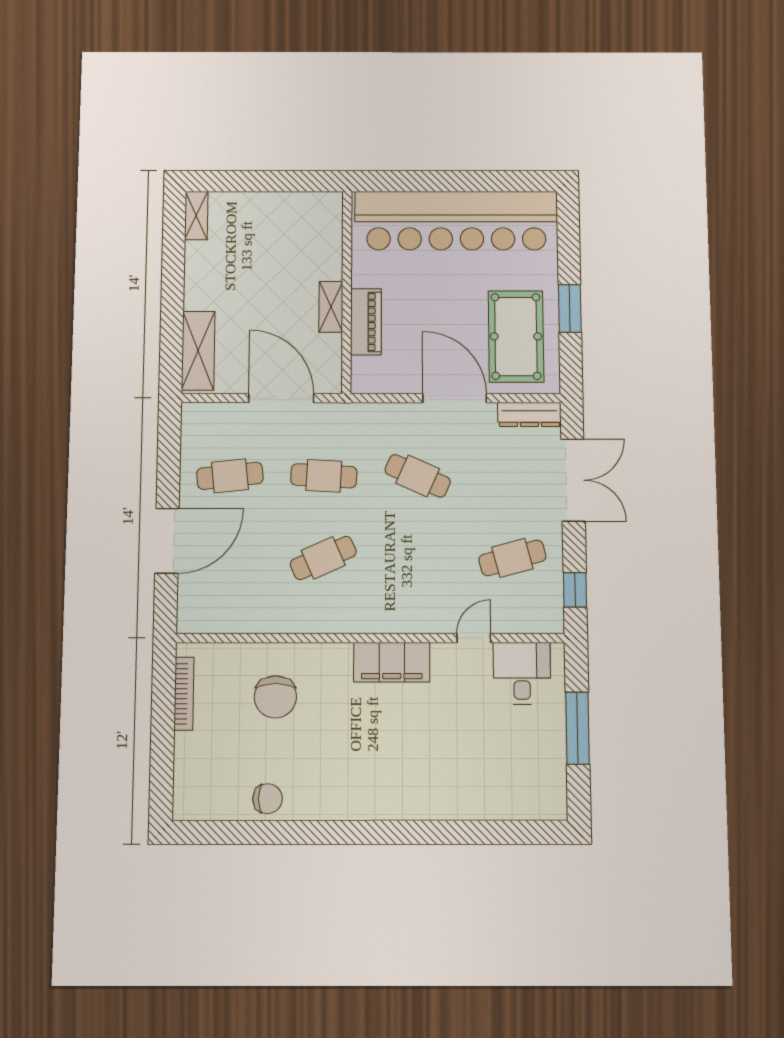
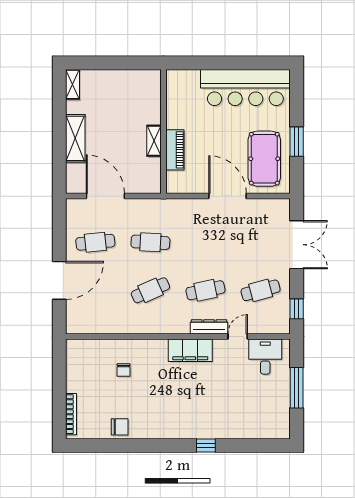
bar counter: (456, 221) -> (245, 88), width x0.73
shelving: (198, 351) -> (75, 138), moved
door: (281, 398) -> (105, 196), moved
dresser: (529, 414) -> (209, 327), moved, turned 180
cafe table: (418, 476) -> (205, 290), moved, turned -36
bookcase: (184, 694) -> (71, 414), moved
chair: (275, 697) -> (123, 370), width x0.54, depth x0.54
window: (419, 832) -> (206, 446), added

